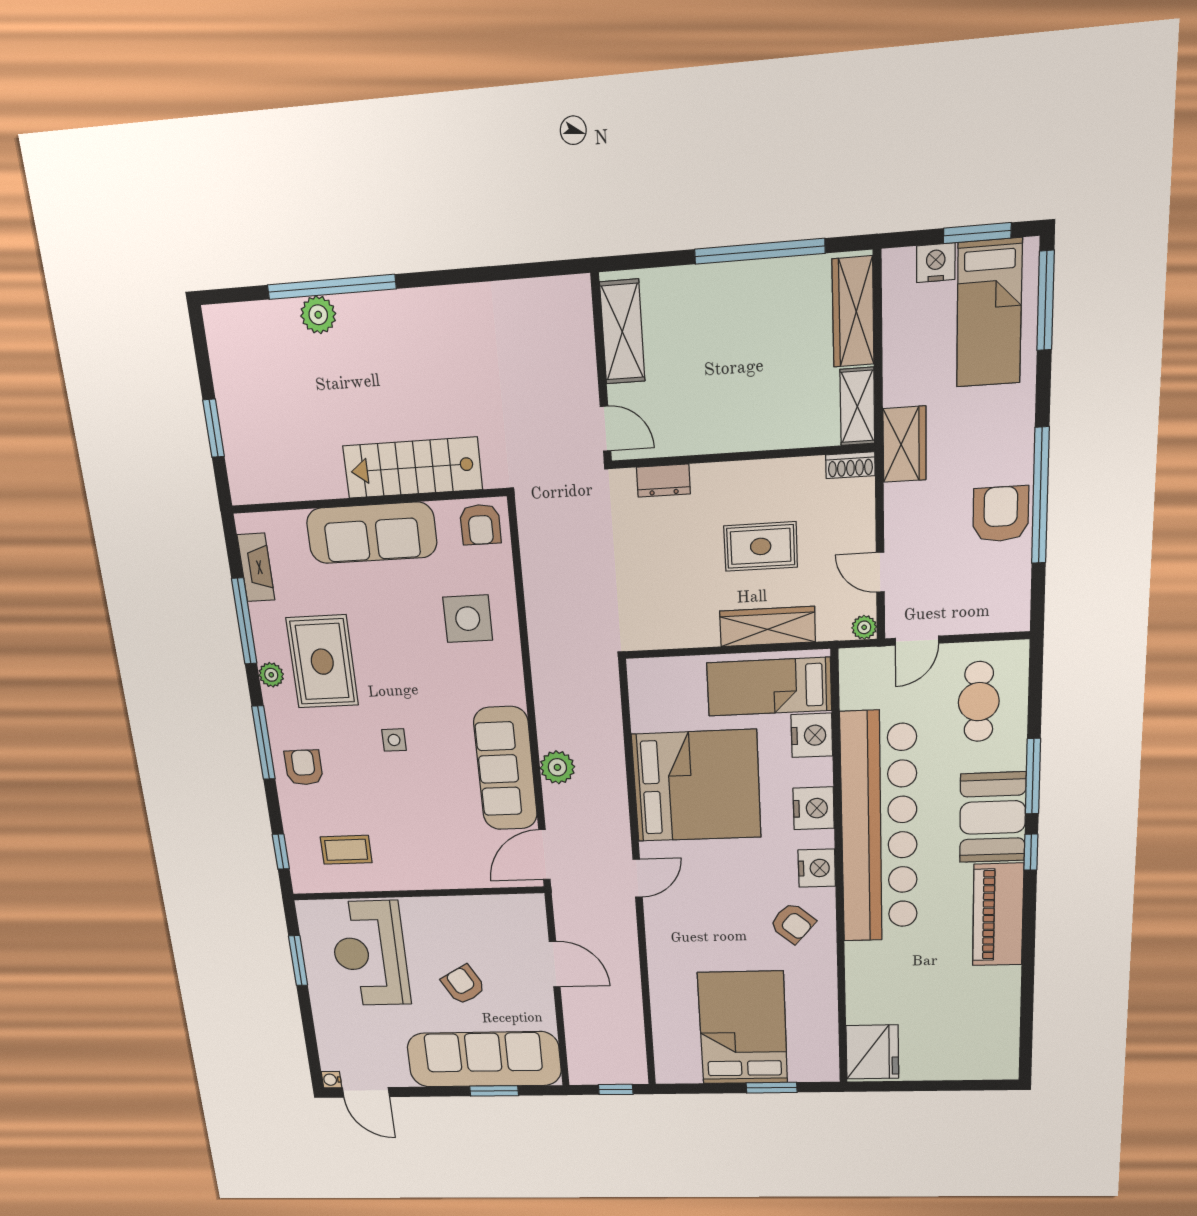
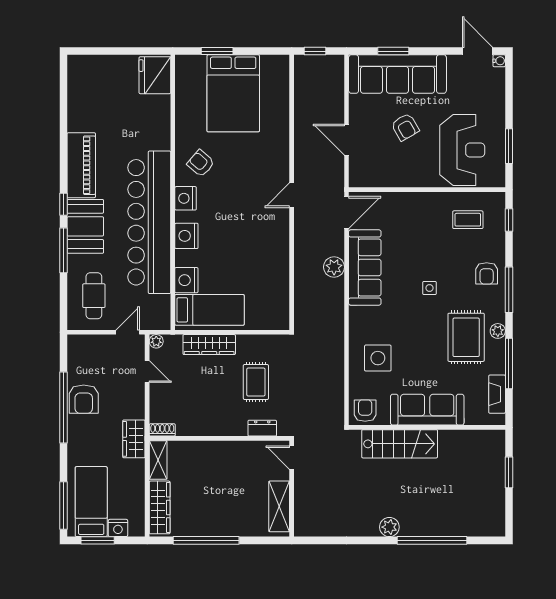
plant: (318, 315) -> (389, 527), moved
rug: (761, 546) -> (256, 382), moved, turned 90
bed: (696, 786) -> (253, 252), removed

